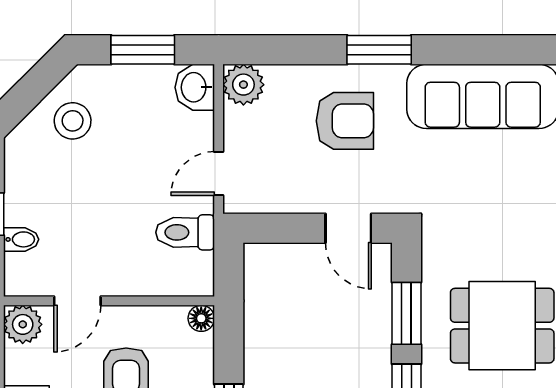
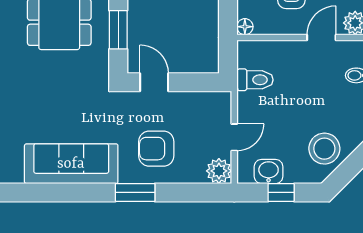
window: (143, 50) -> (281, 192), width x0.67
washbasin: (195, 87) -> (269, 172), moved, turned -90
stool: (73, 121) -> (324, 149), width x1.38, depth x1.38
door: (219, 173) -> (234, 137), moved

